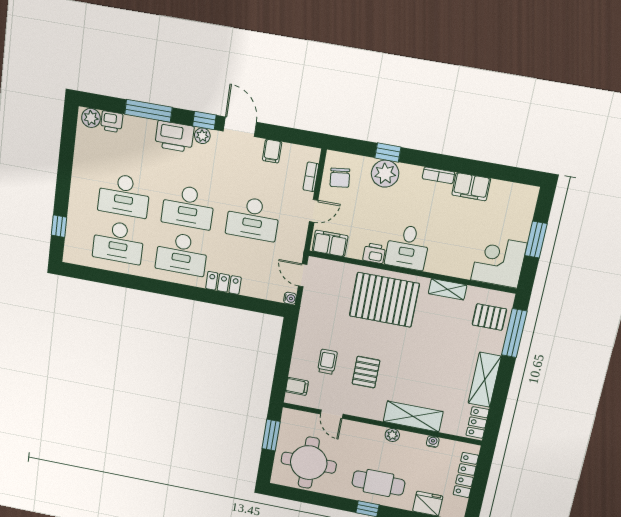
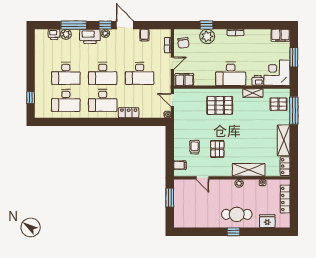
plant: (91, 118) -> (66, 34), moved
filing cabinet: (471, 187) -> (280, 35), moved
desk: (407, 247) -> (231, 74), width x1.37
printer: (374, 253) -> (258, 80), moved
pallet: (384, 300) -> (220, 105), width x0.73, depth x0.71
round table: (309, 463) -> (194, 210), removed

